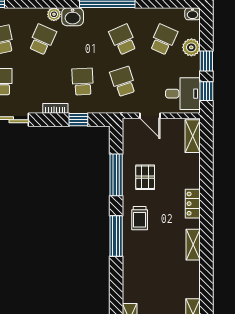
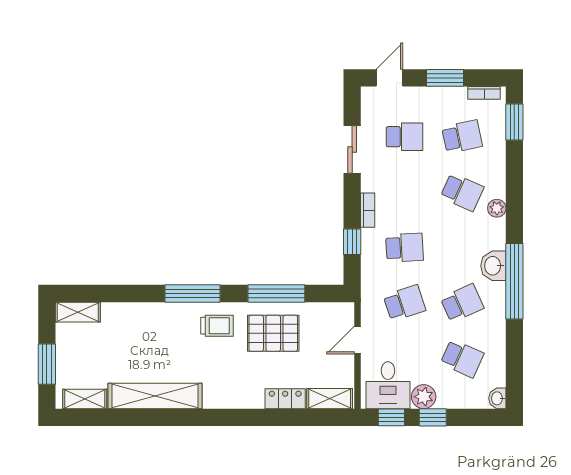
washbasin: (73, 17) -> (493, 266), moved
plant: (191, 47) -> (424, 397), moved
pallet: (145, 177) -> (273, 333), width x1.50, depth x1.42
locker: (193, 204) -> (285, 399), moved
trolley: (140, 218) -> (217, 326), turned 180
shelving: (193, 245) -> (155, 396), width x2.20, depth x1.33

